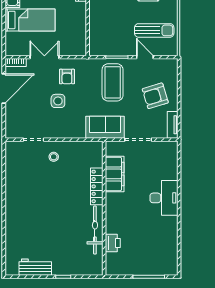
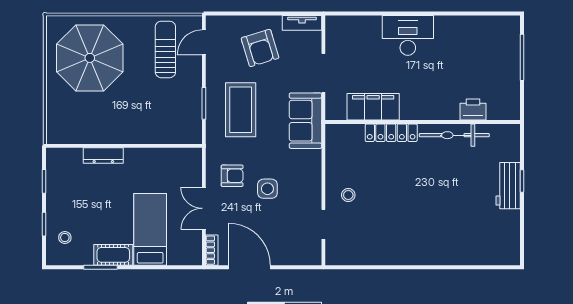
door: (145, 57) -> (204, 42), moved
coffee table: (113, 82) -> (241, 110), turned 90
workbench: (35, 267) -> (508, 186), moved

